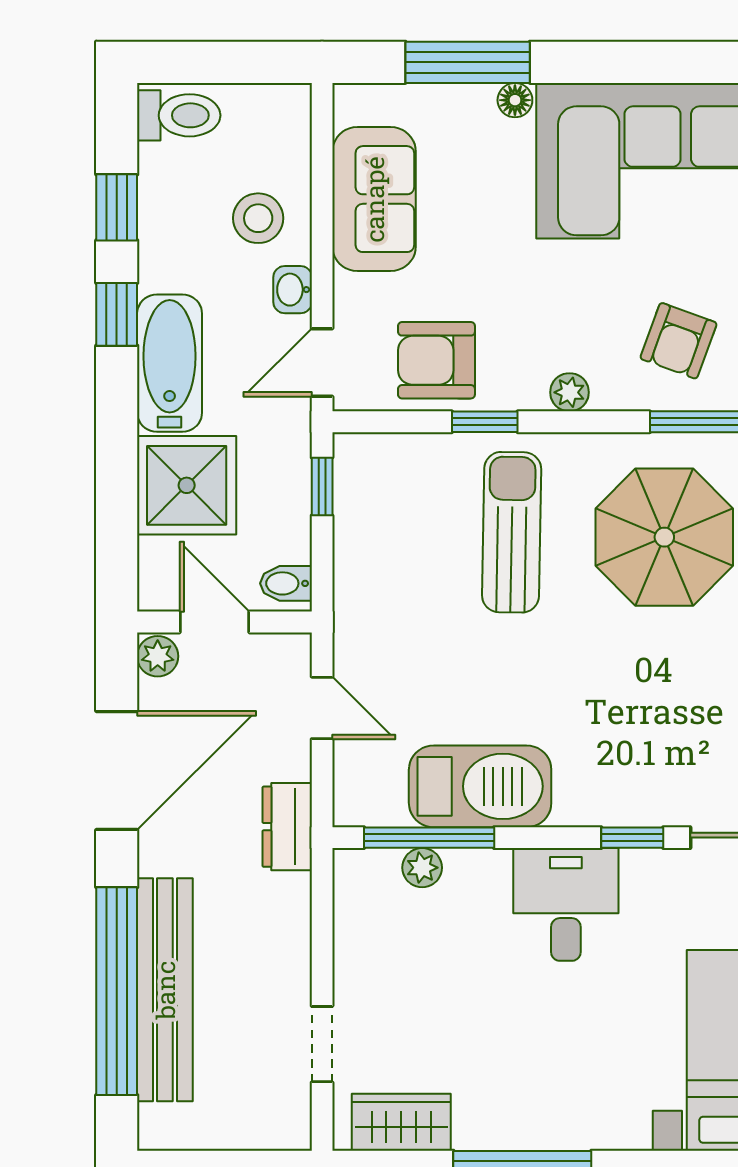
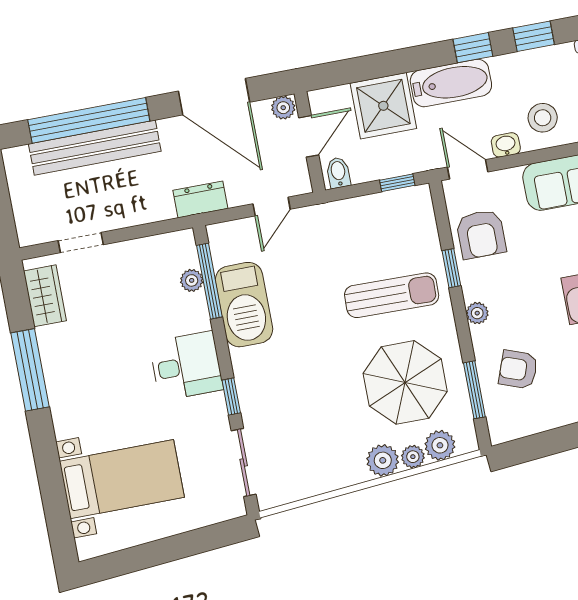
armchair: (436, 360) -> (481, 234), turned 180

